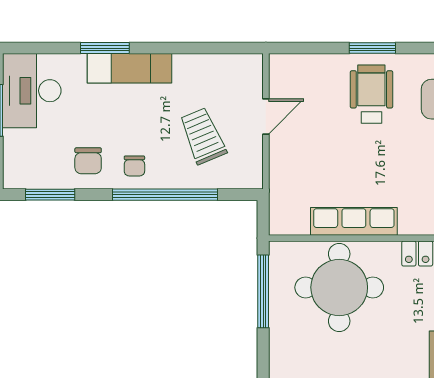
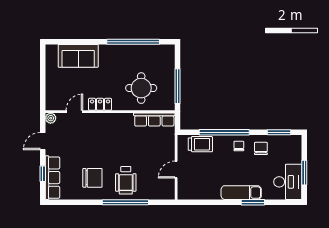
window: (372, 48) -> (125, 202), width x2.11
trolley: (203, 136) -> (200, 144), moved, turned -67
row of seats: (354, 221) -> (154, 120), moved
round table: (339, 287) -> (141, 88), width x0.73, depth x0.73

